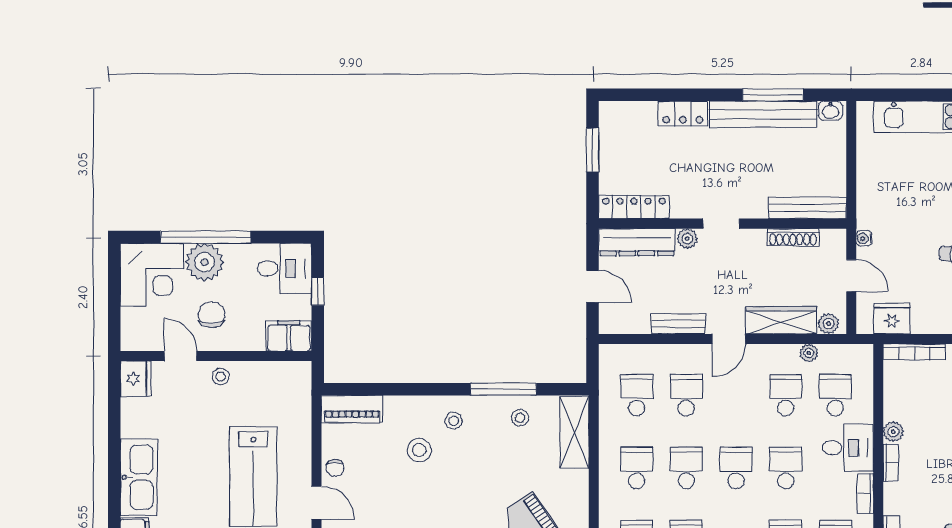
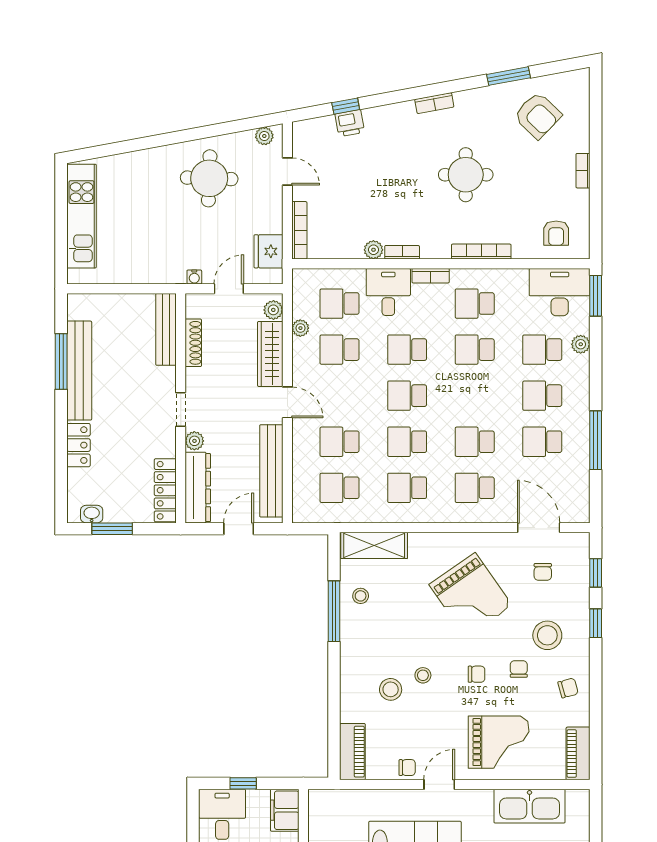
washbasin: (830, 111) -> (92, 514), moved, turned -90
bench: (678, 324) -> (271, 471), width x1.86, depth x1.21
stool: (454, 421) -> (423, 675), moved

